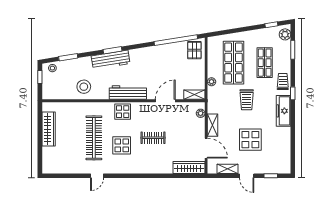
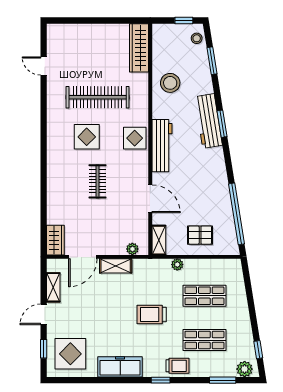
pallet: (194, 50) -> (200, 235), moved
shop shelf: (233, 63) -> (204, 296), width x0.70, depth x0.74
freezer: (283, 111) -> (120, 367), moved
wardrobe: (49, 129) -> (139, 48), moved, turned 90
display table: (250, 140) -> (70, 354), moved
wardrobe: (189, 167) -> (55, 240), width x0.67
door: (97, 176) -> (44, 66), moved

